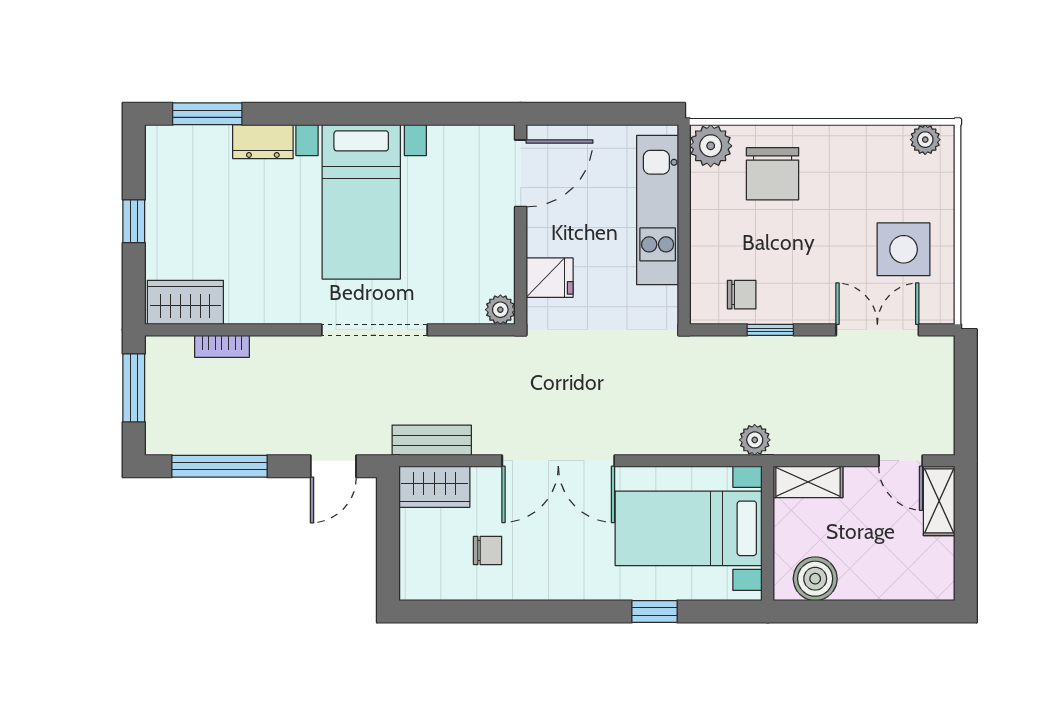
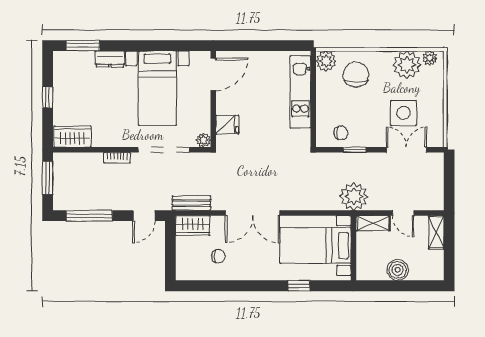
plant: (878, 154) -> (407, 65), added
door: (521, 173) -> (213, 74), moved
chair: (773, 174) -> (356, 74), turned 180
wall: (521, 225) -> (213, 99), moved
side table: (904, 249) -> (404, 113), moved
fridge: (550, 278) -> (227, 125), moved
plant: (500, 310) -> (203, 140), moved
bookcase: (222, 346) -> (117, 158), moved
plant: (755, 440) -> (354, 196), width x1.88, depth x1.88
door: (901, 461) -> (403, 213), moved
boiler: (815, 579) -> (398, 270), moved

